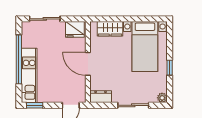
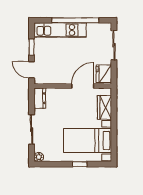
door: (88, 64) -> (83, 86), moved
window: (170, 68) -> (80, 164), moved
window: (35, 105) -> (32, 47), moved

